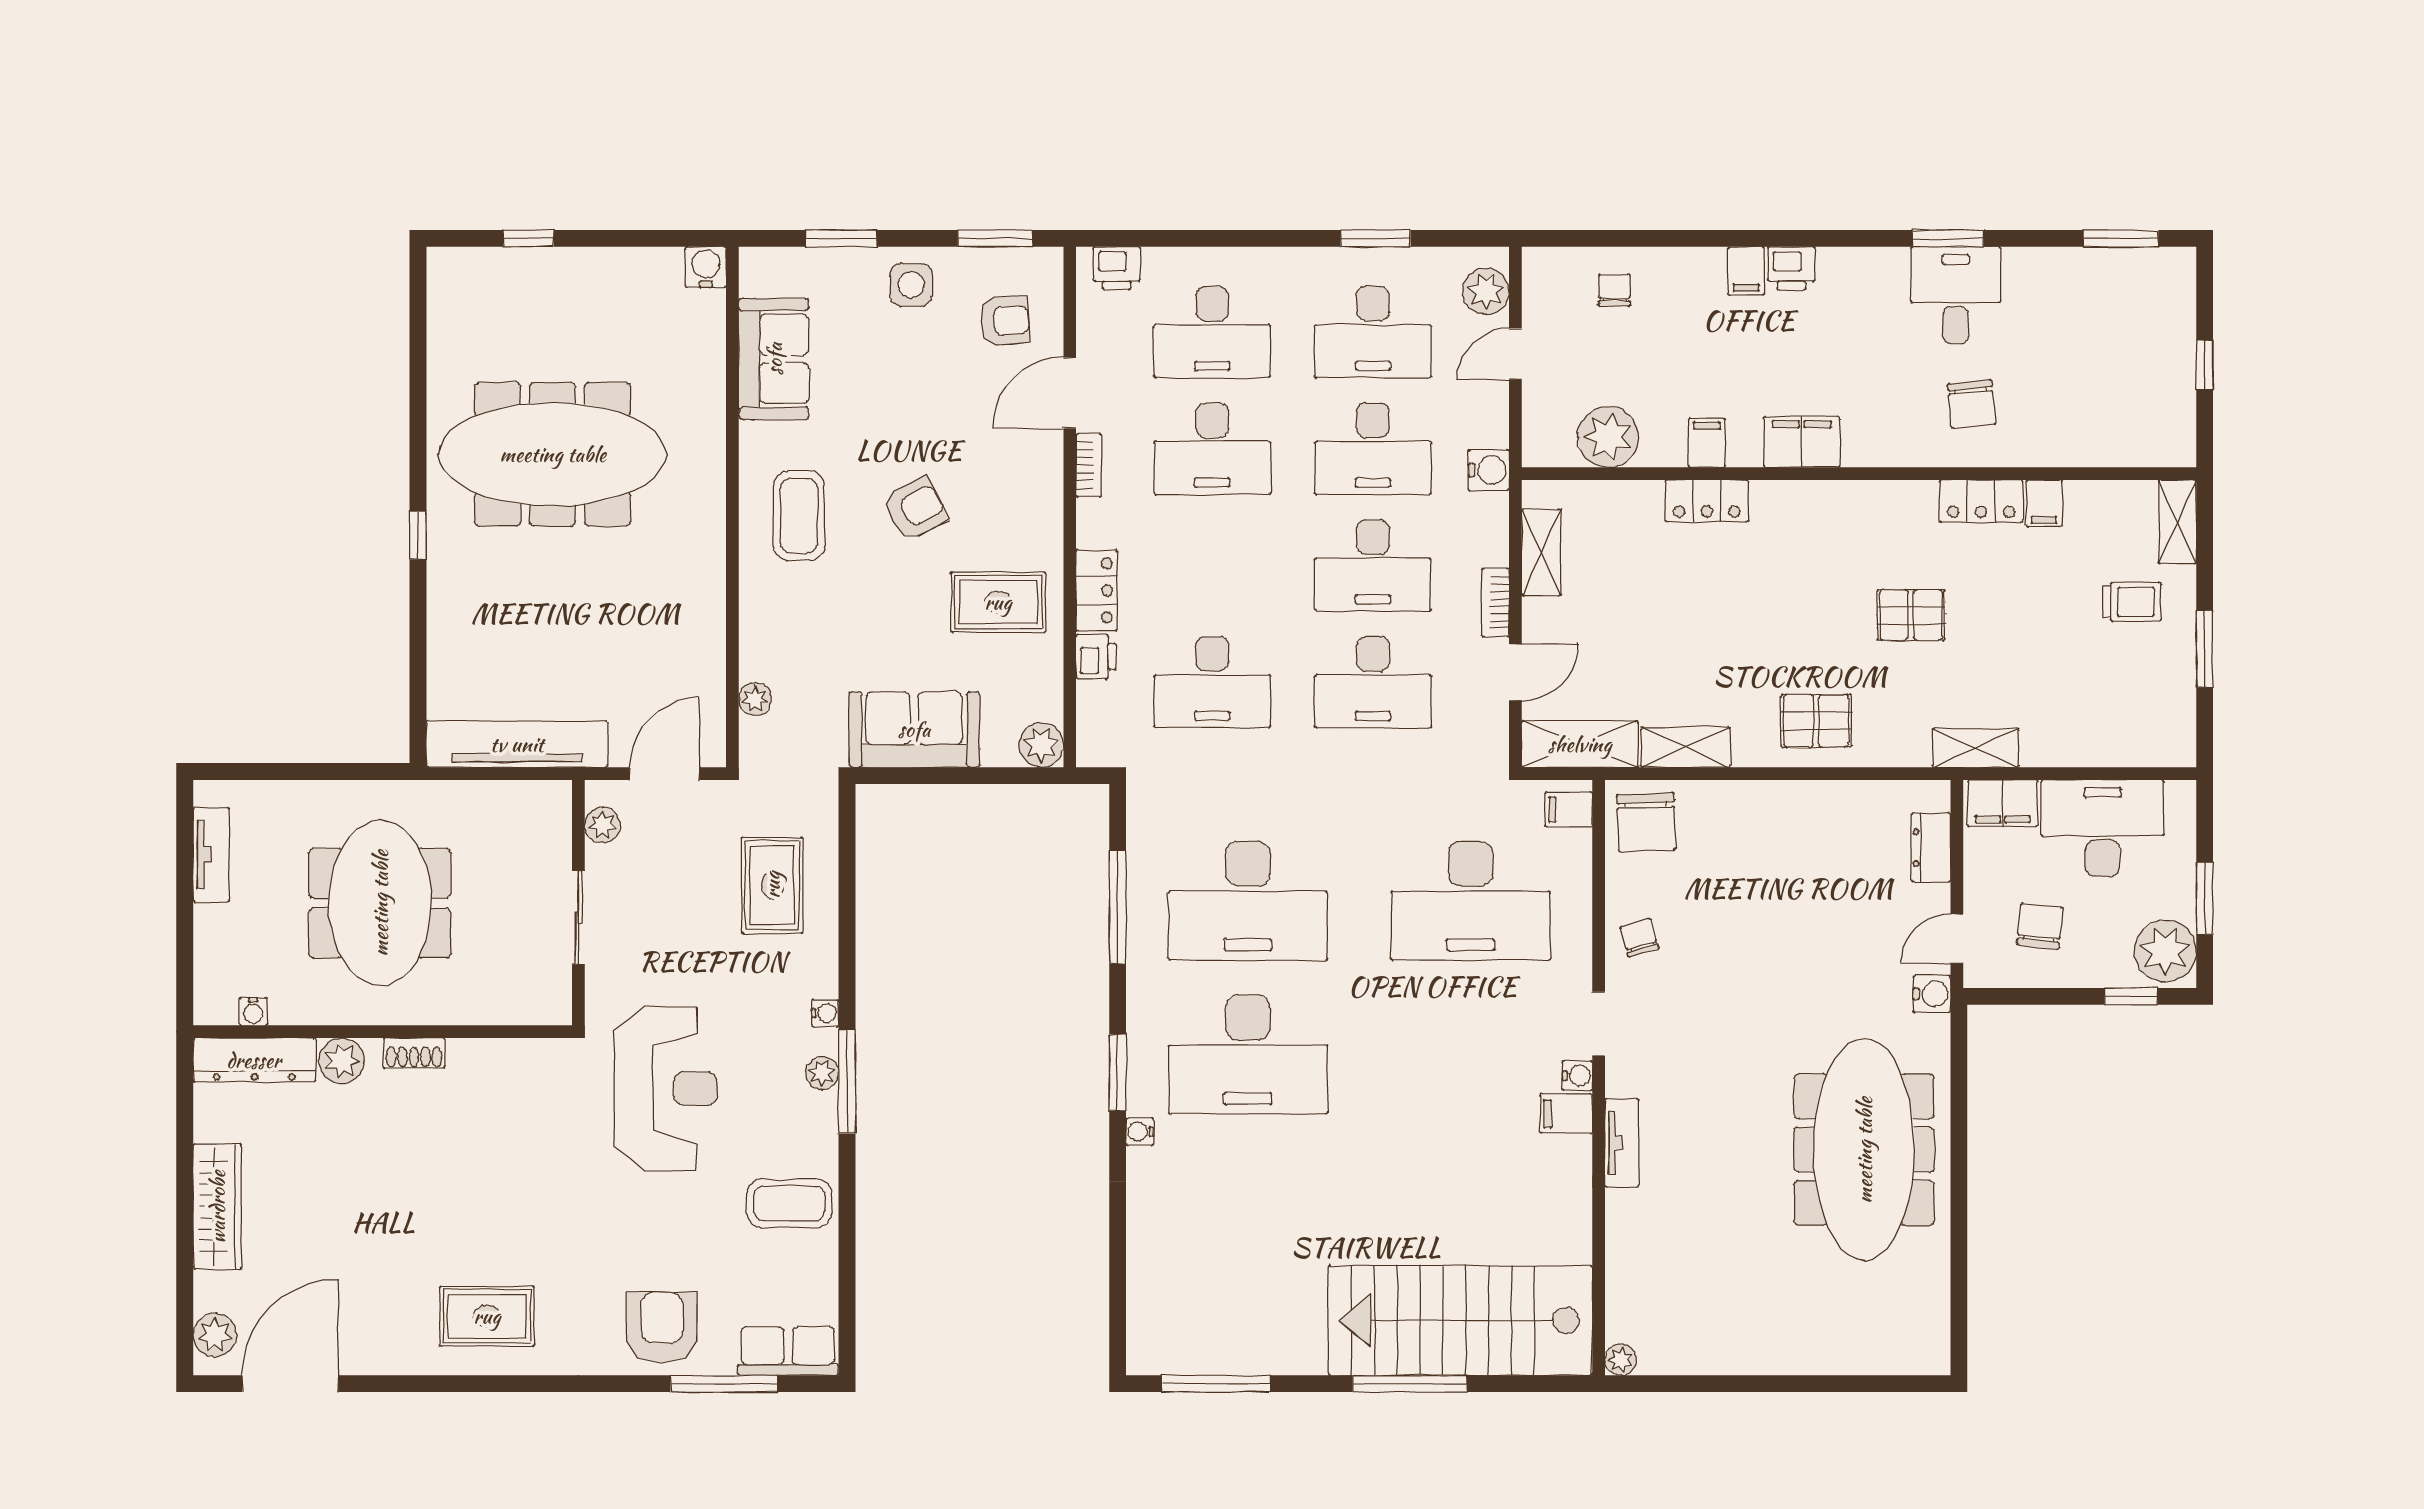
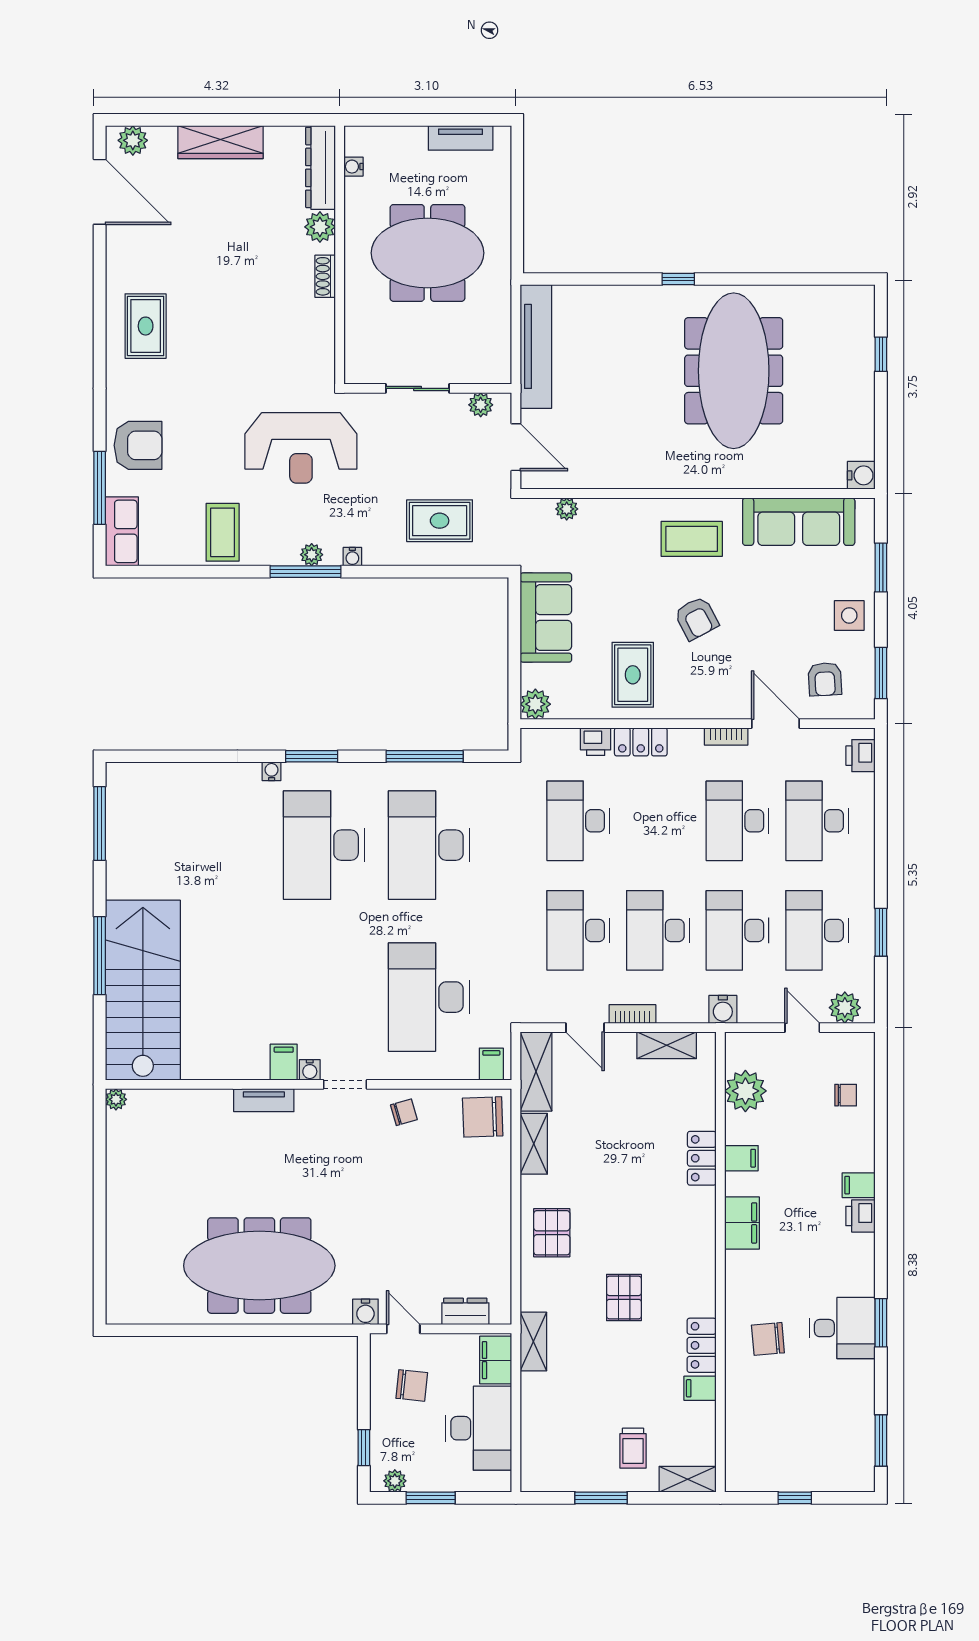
sofa: (774, 359) -> (799, 522), width x1.36
plant: (2165, 951) -> (395, 1481), width x0.53, depth x0.53

